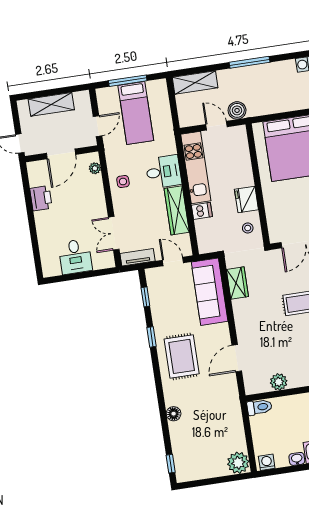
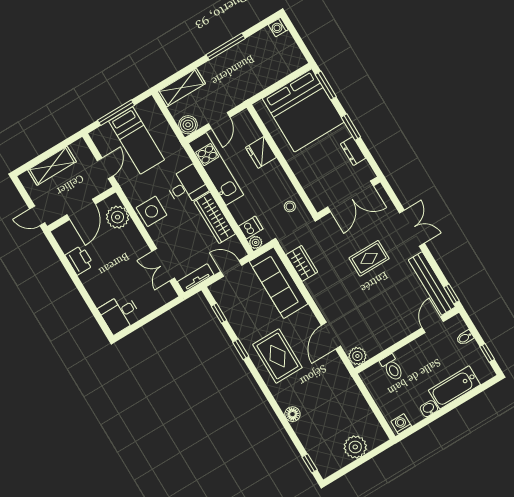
boiler: (237, 110) -> (188, 125), moved
door: (216, 126) -> (219, 121), swing flipped
plant: (95, 168) -> (118, 217), width x1.88, depth x1.88
side table: (123, 181) -> (152, 211), width x1.87, depth x1.87
fridge: (246, 199) -> (261, 152), moved
dishwasher: (202, 211) -> (251, 228), moved
plant: (204, 247) -> (256, 242), added
desk: (75, 257) -> (120, 313), moved, turned 90
plant: (279, 382) -> (357, 356), moved
toilet: (259, 407) -> (392, 368), moved, turned 90
plant: (238, 463) -> (355, 447), moved

